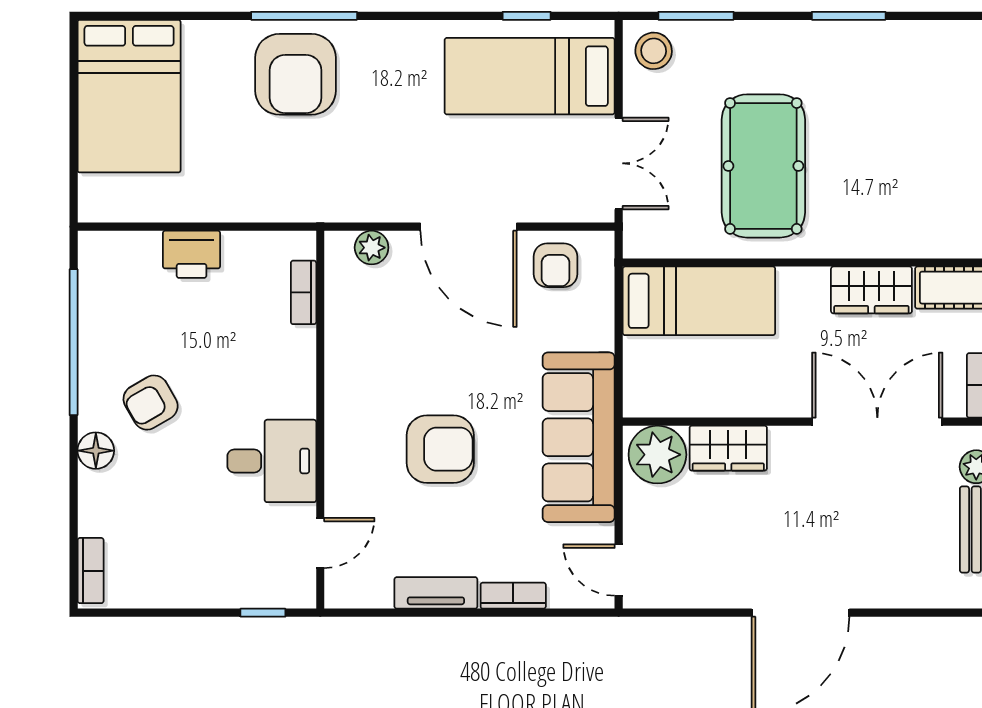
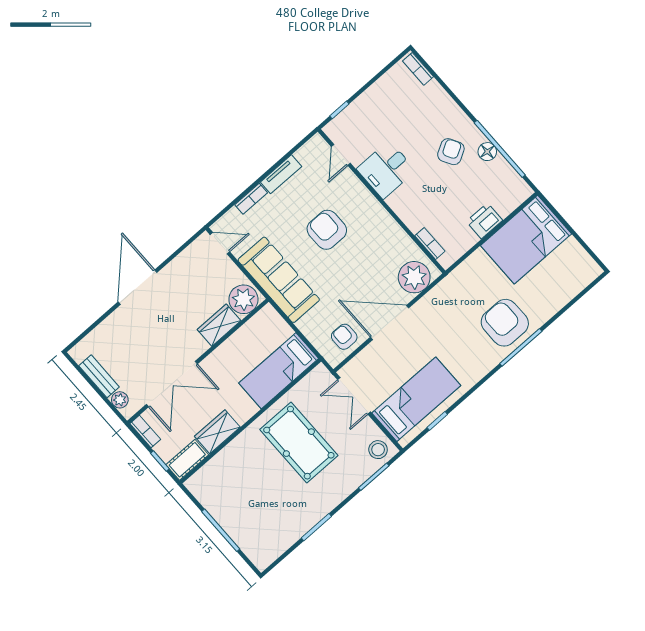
bed: (129, 96) -> (526, 240), moved, turned -90
plant: (372, 248) -> (414, 277), width x1.87, depth x1.87
armchair: (440, 449) -> (327, 230), turned 90
floor lamp: (96, 451) -> (487, 152), moved

